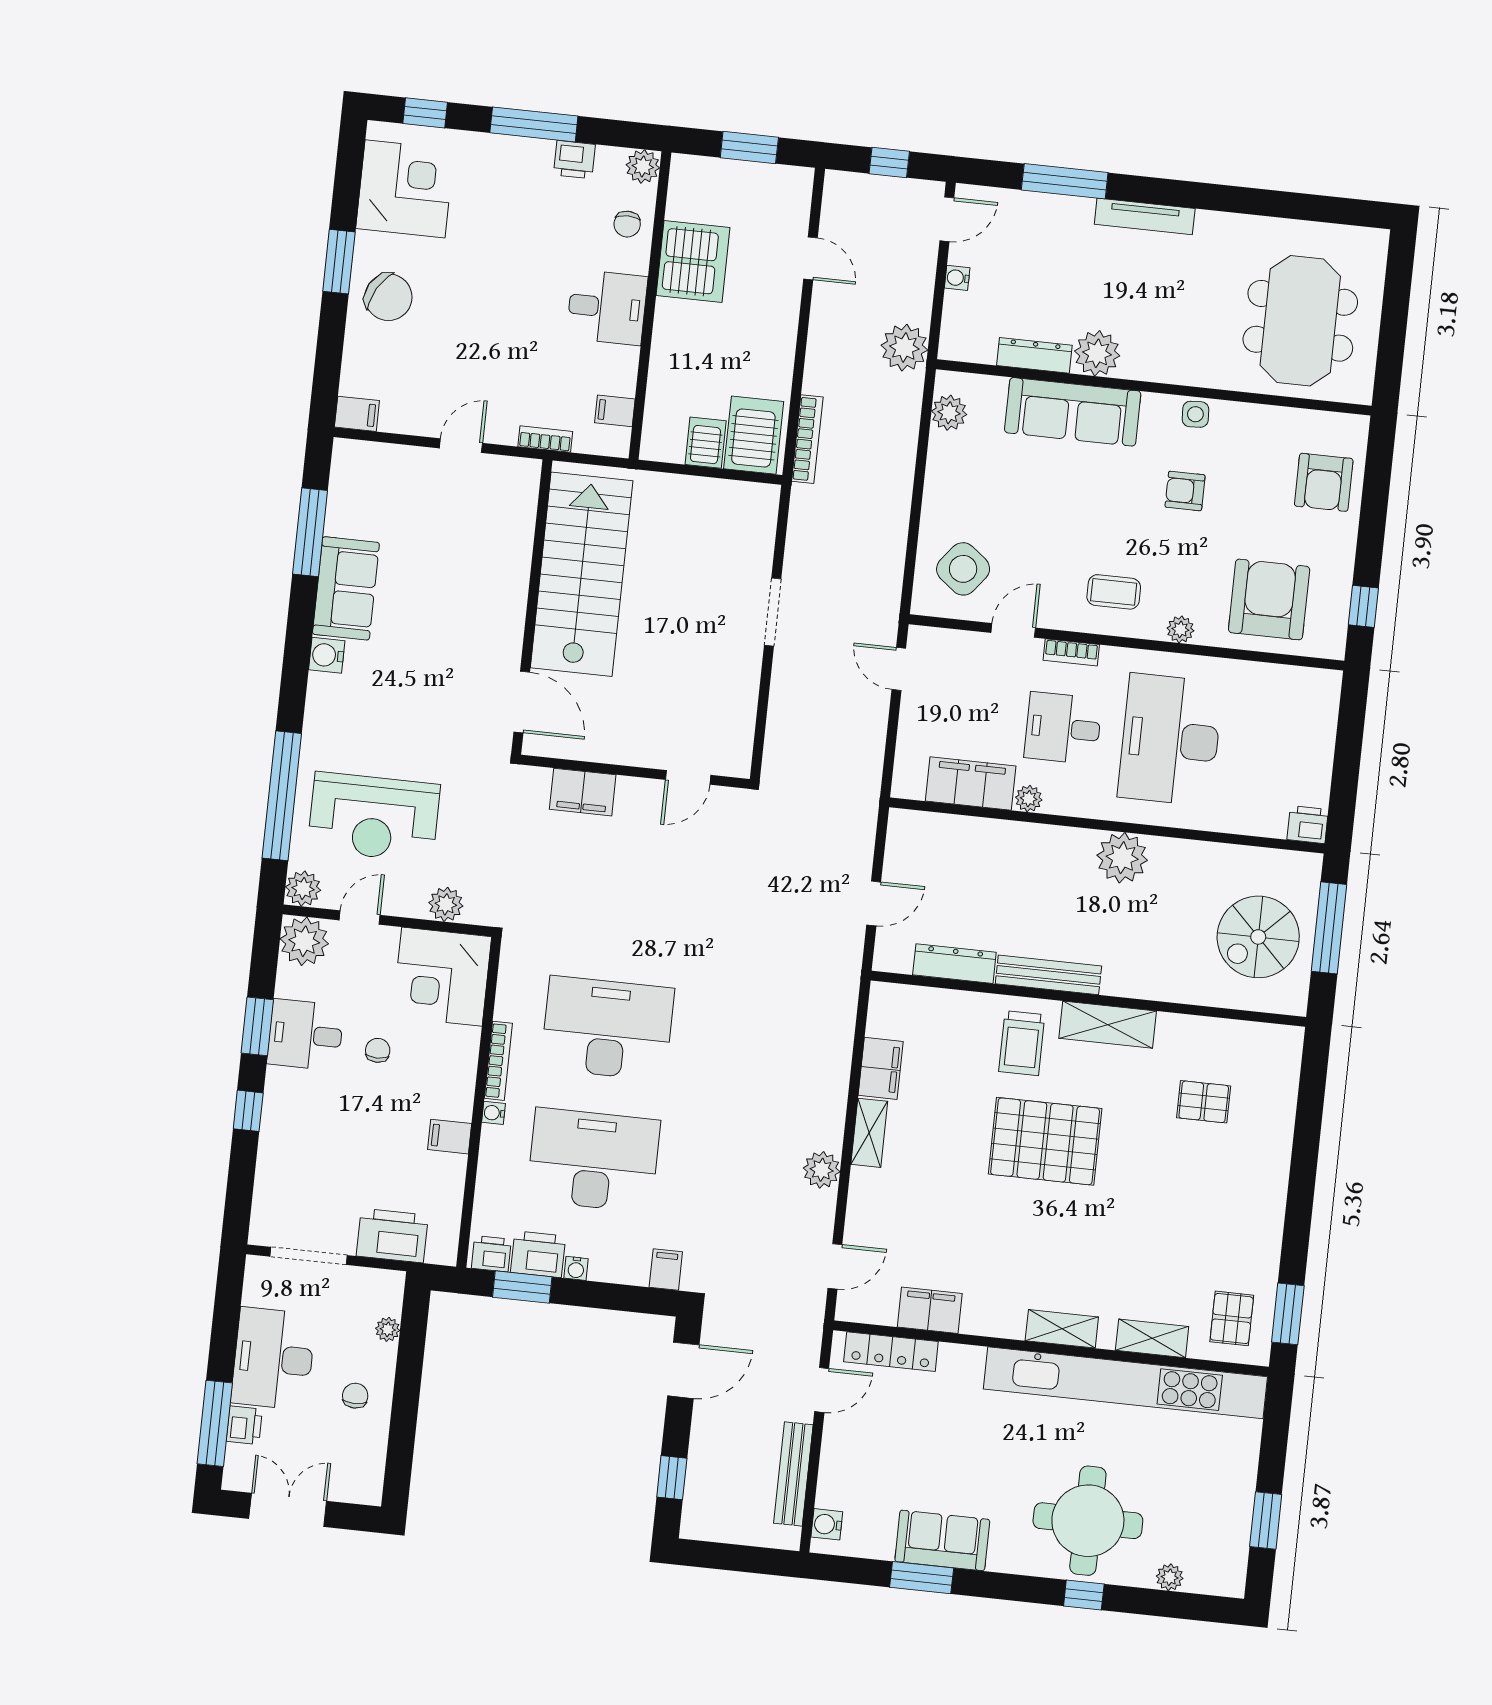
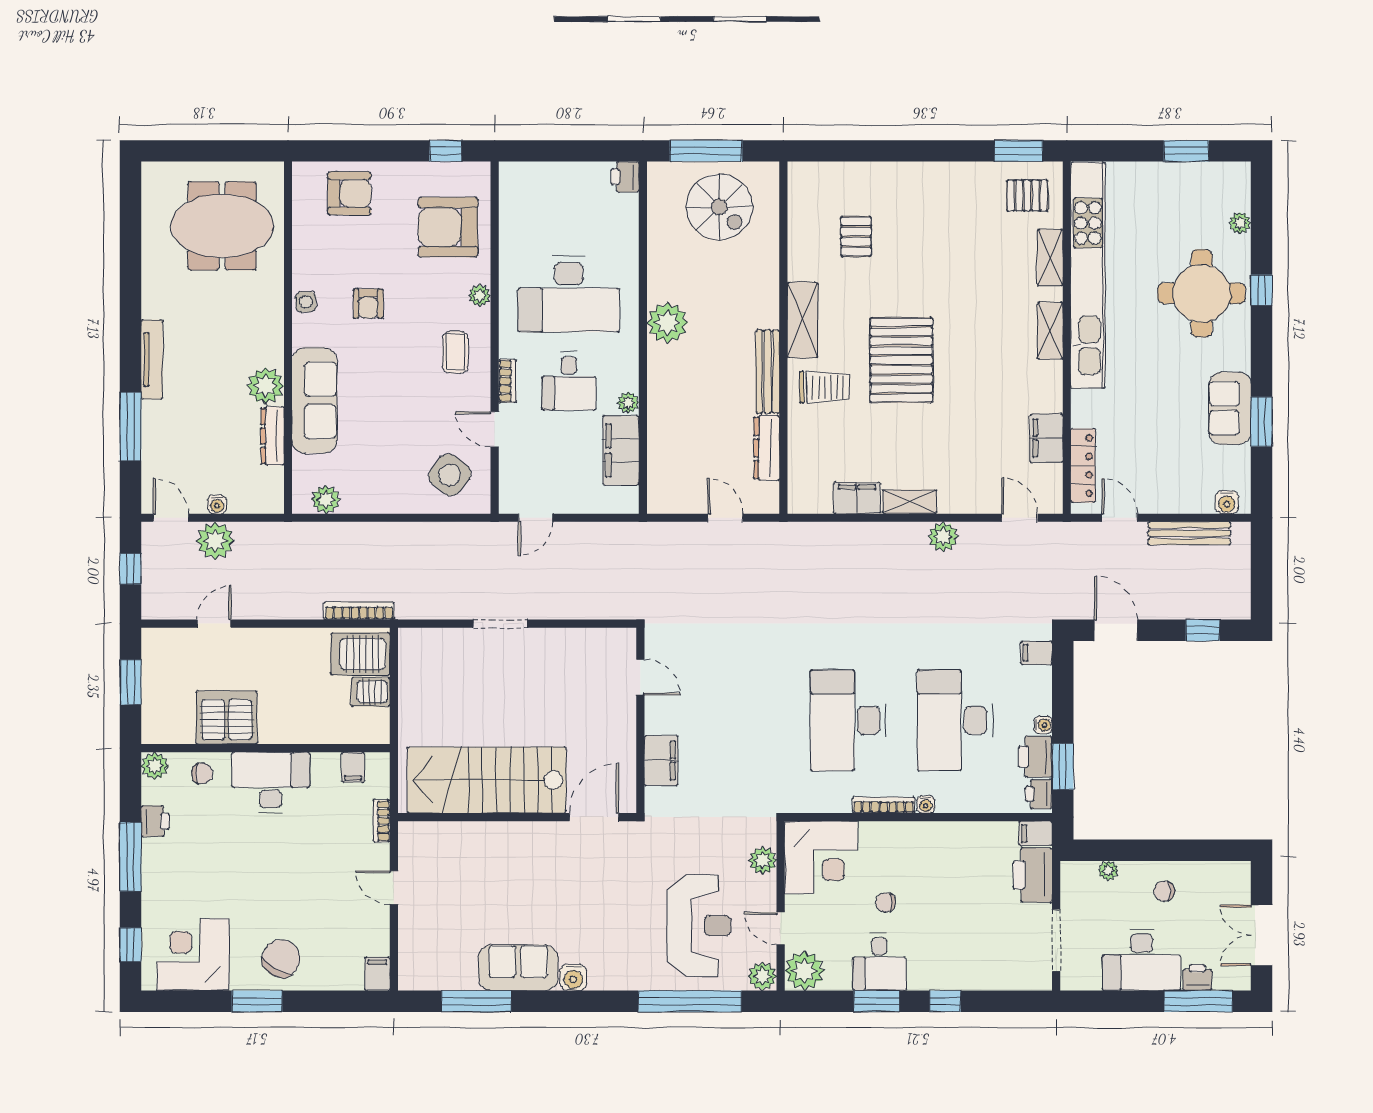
desk: (607, 307) -> (271, 783), width x1.37
plant: (904, 348) -> (215, 541), moved
filing cabinet: (450, 1137) -> (1036, 833), moved, turned 90

